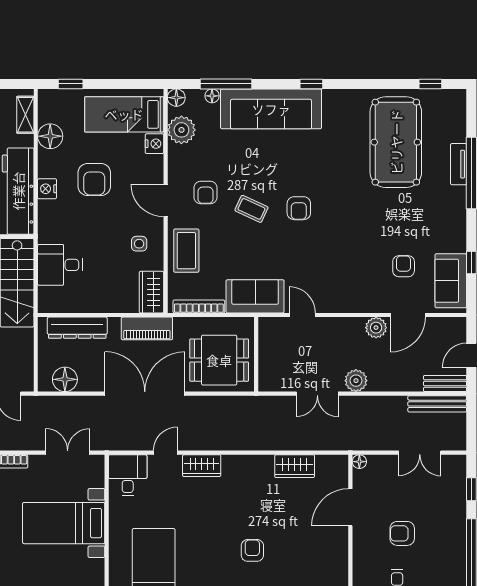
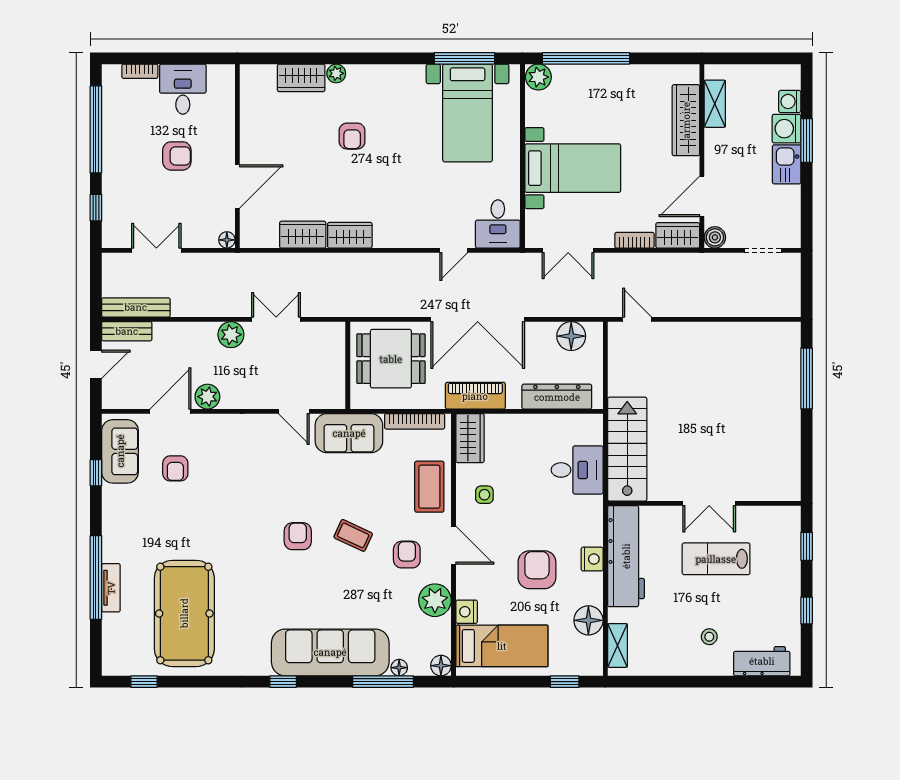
plant: (181, 130) -> (435, 600), moved
wardrobe: (202, 466) -> (350, 235), moved

